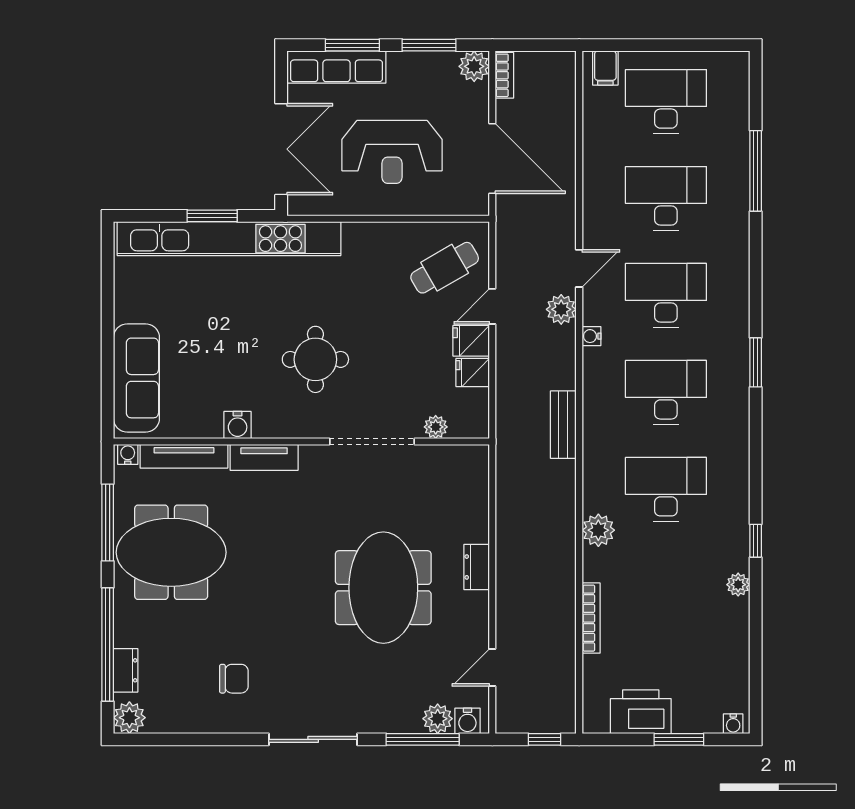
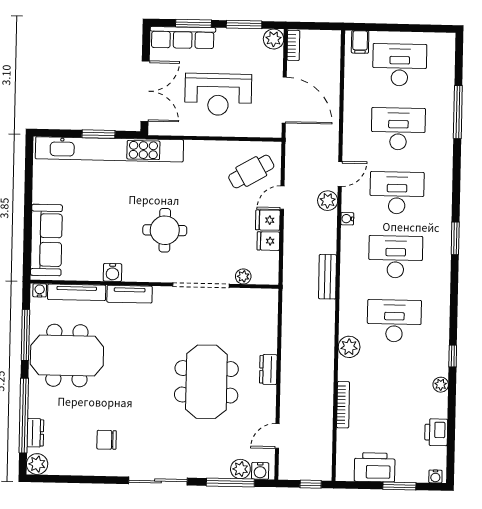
printer: (733, 657) -> (436, 432), added
chair: (234, 679) -> (107, 440), turned 180

